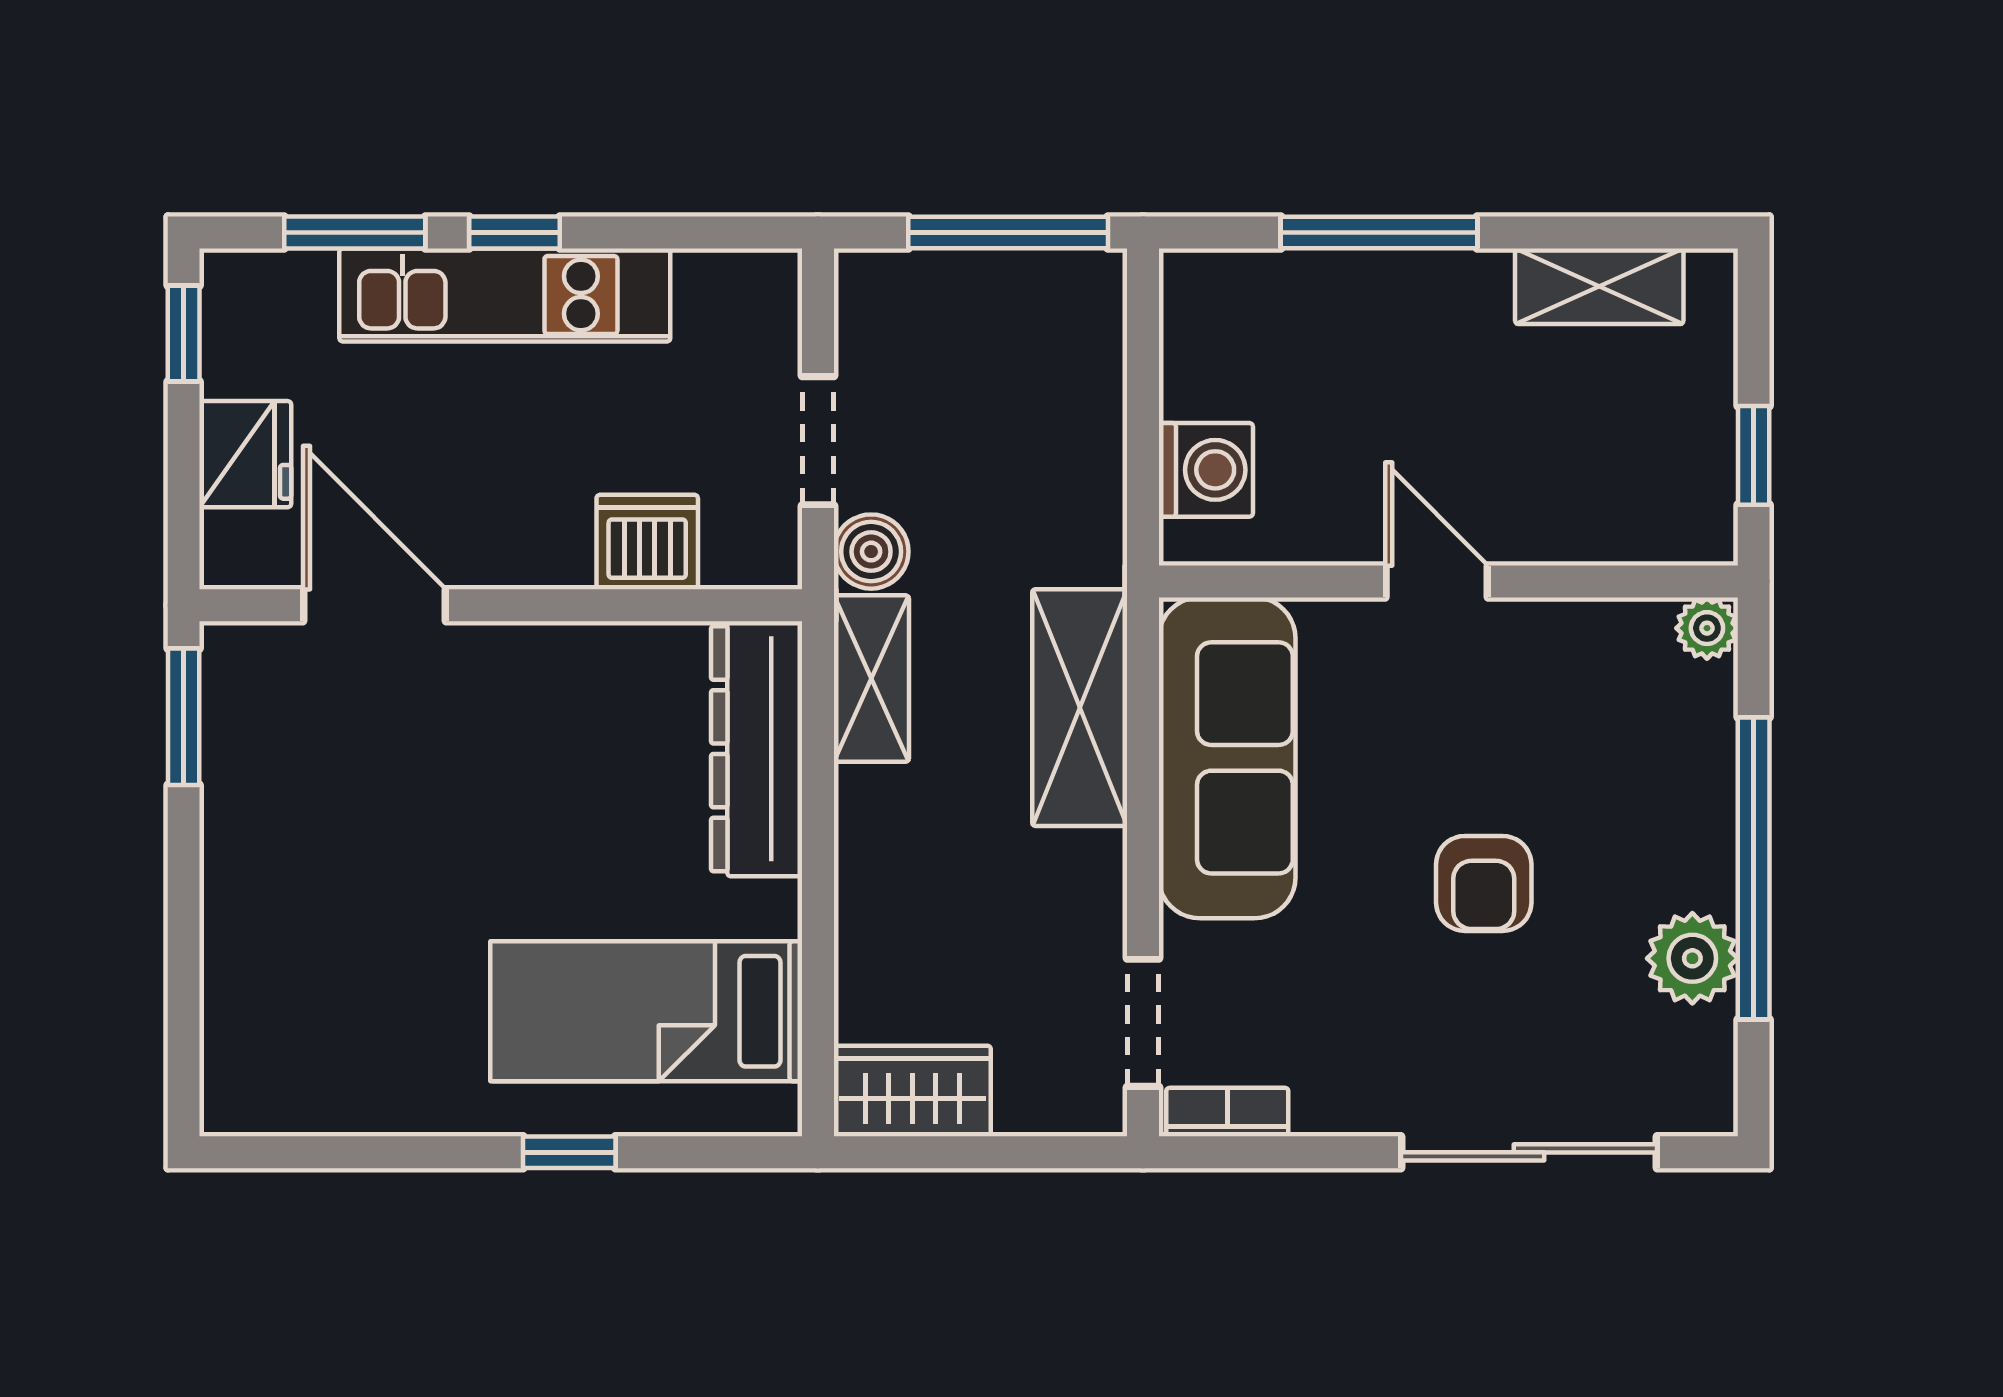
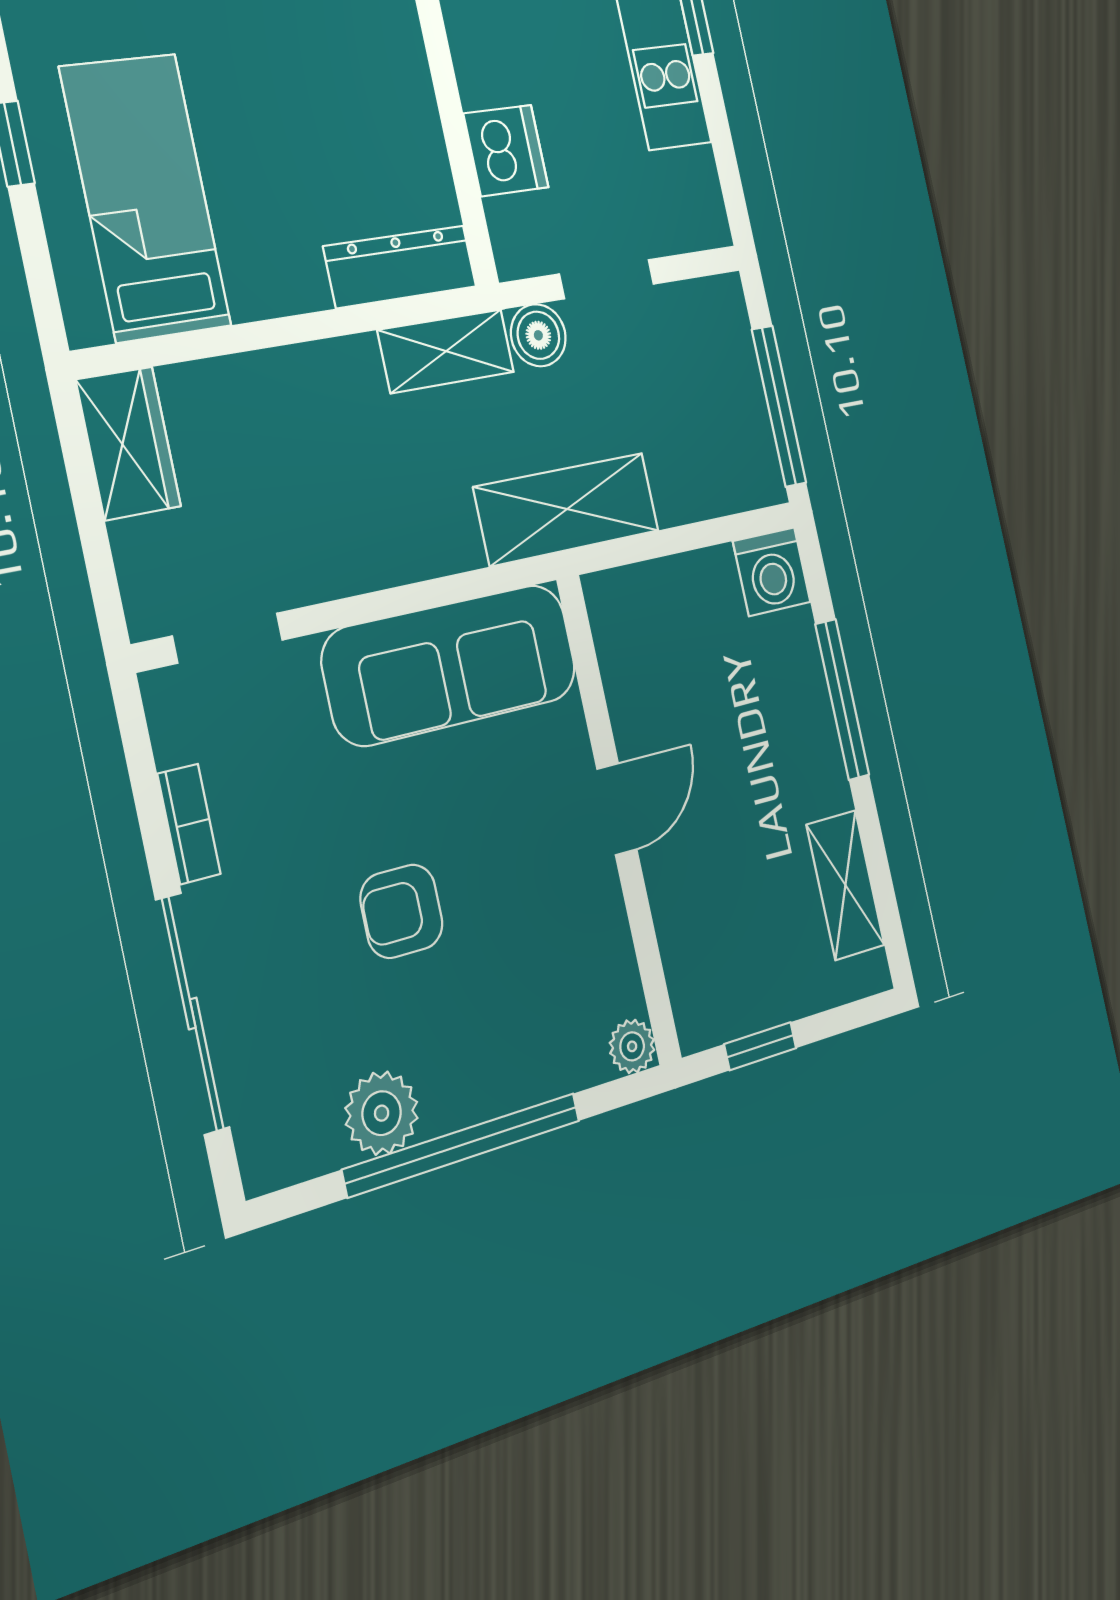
washing machine: (1206, 470) -> (772, 572), moved
shelving: (1080, 708) -> (567, 509), moved
dresser: (757, 749) -> (400, 267), width x0.73, depth x0.80
bookcase: (1227, 1112) -> (189, 824), moved

